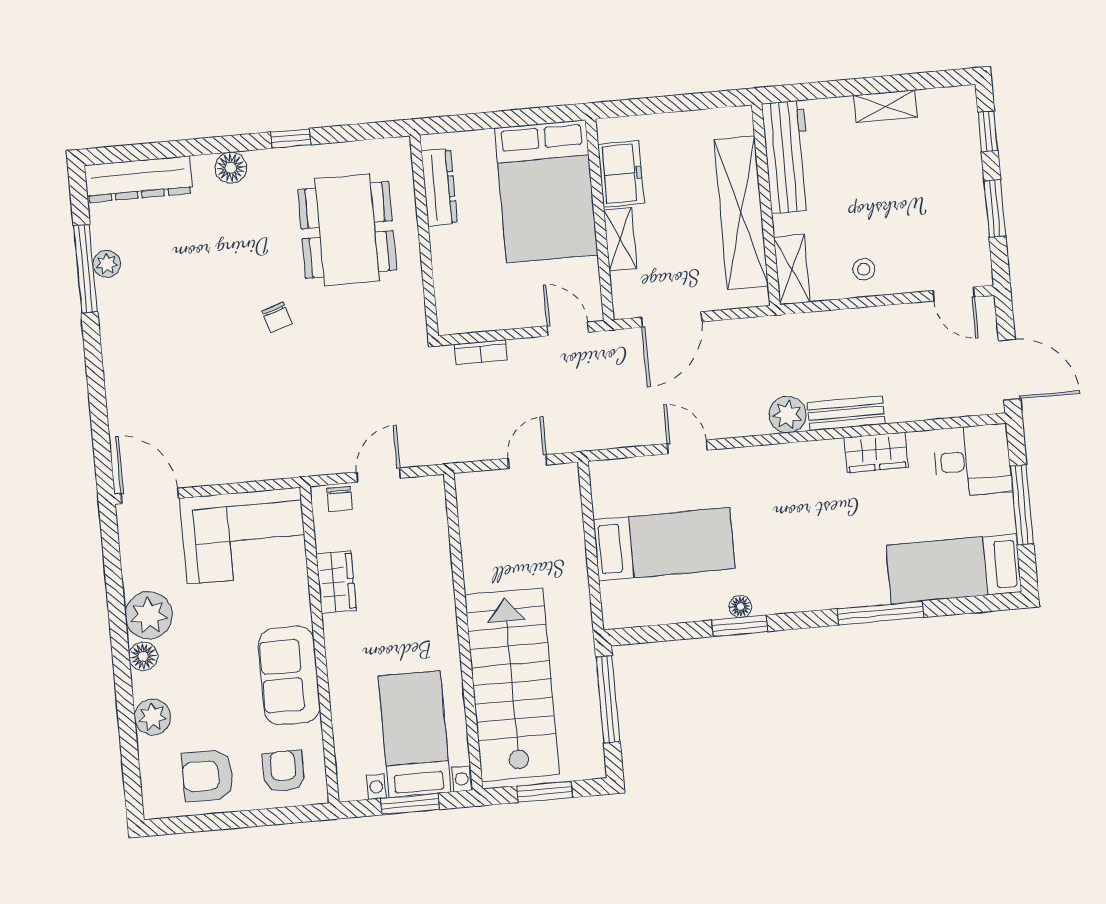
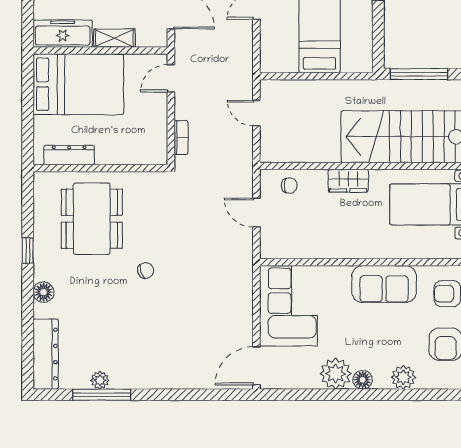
freezer: (621, 174) -> (63, 34), width x1.40
dining table: (347, 230) -> (92, 219), turned 90
chair: (339, 499) -> (289, 186), moved
wardrobe: (336, 582) -> (348, 181), moved, turned 180

